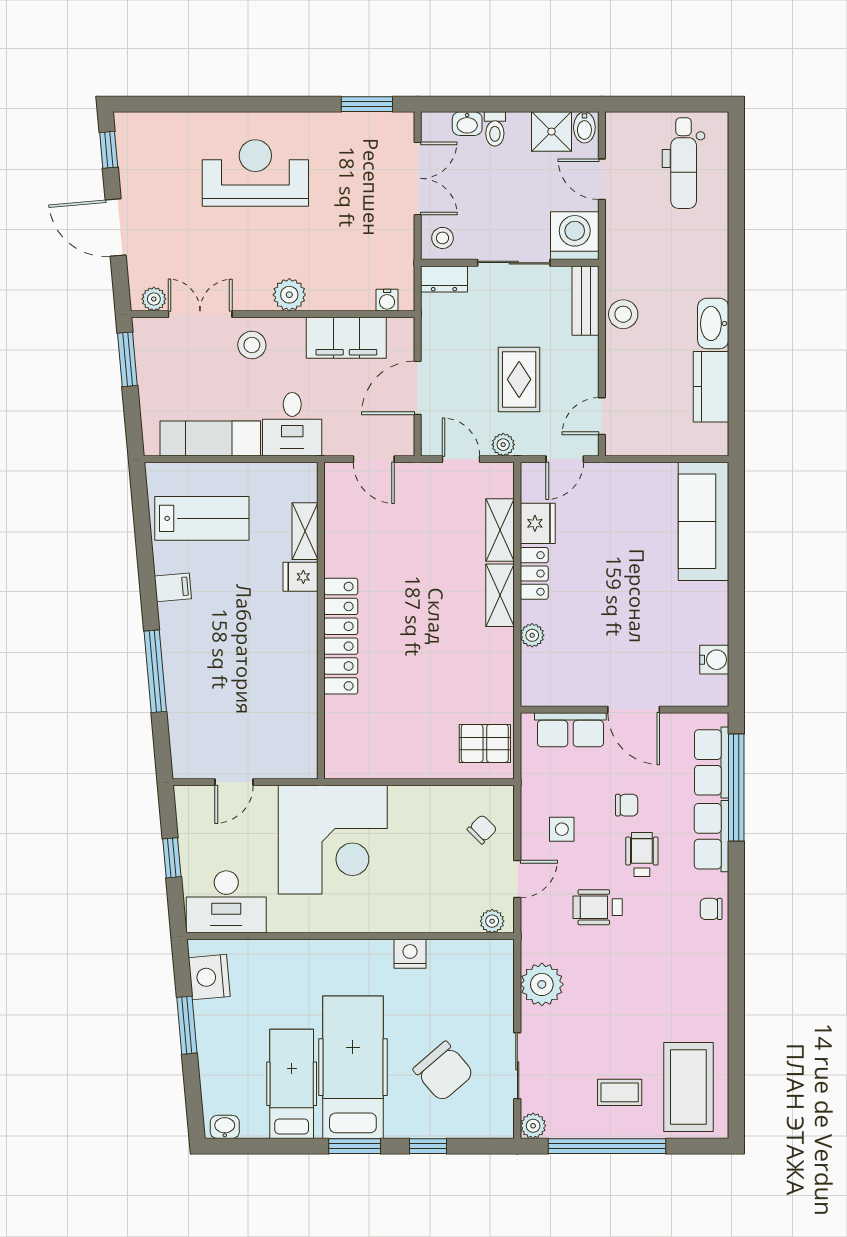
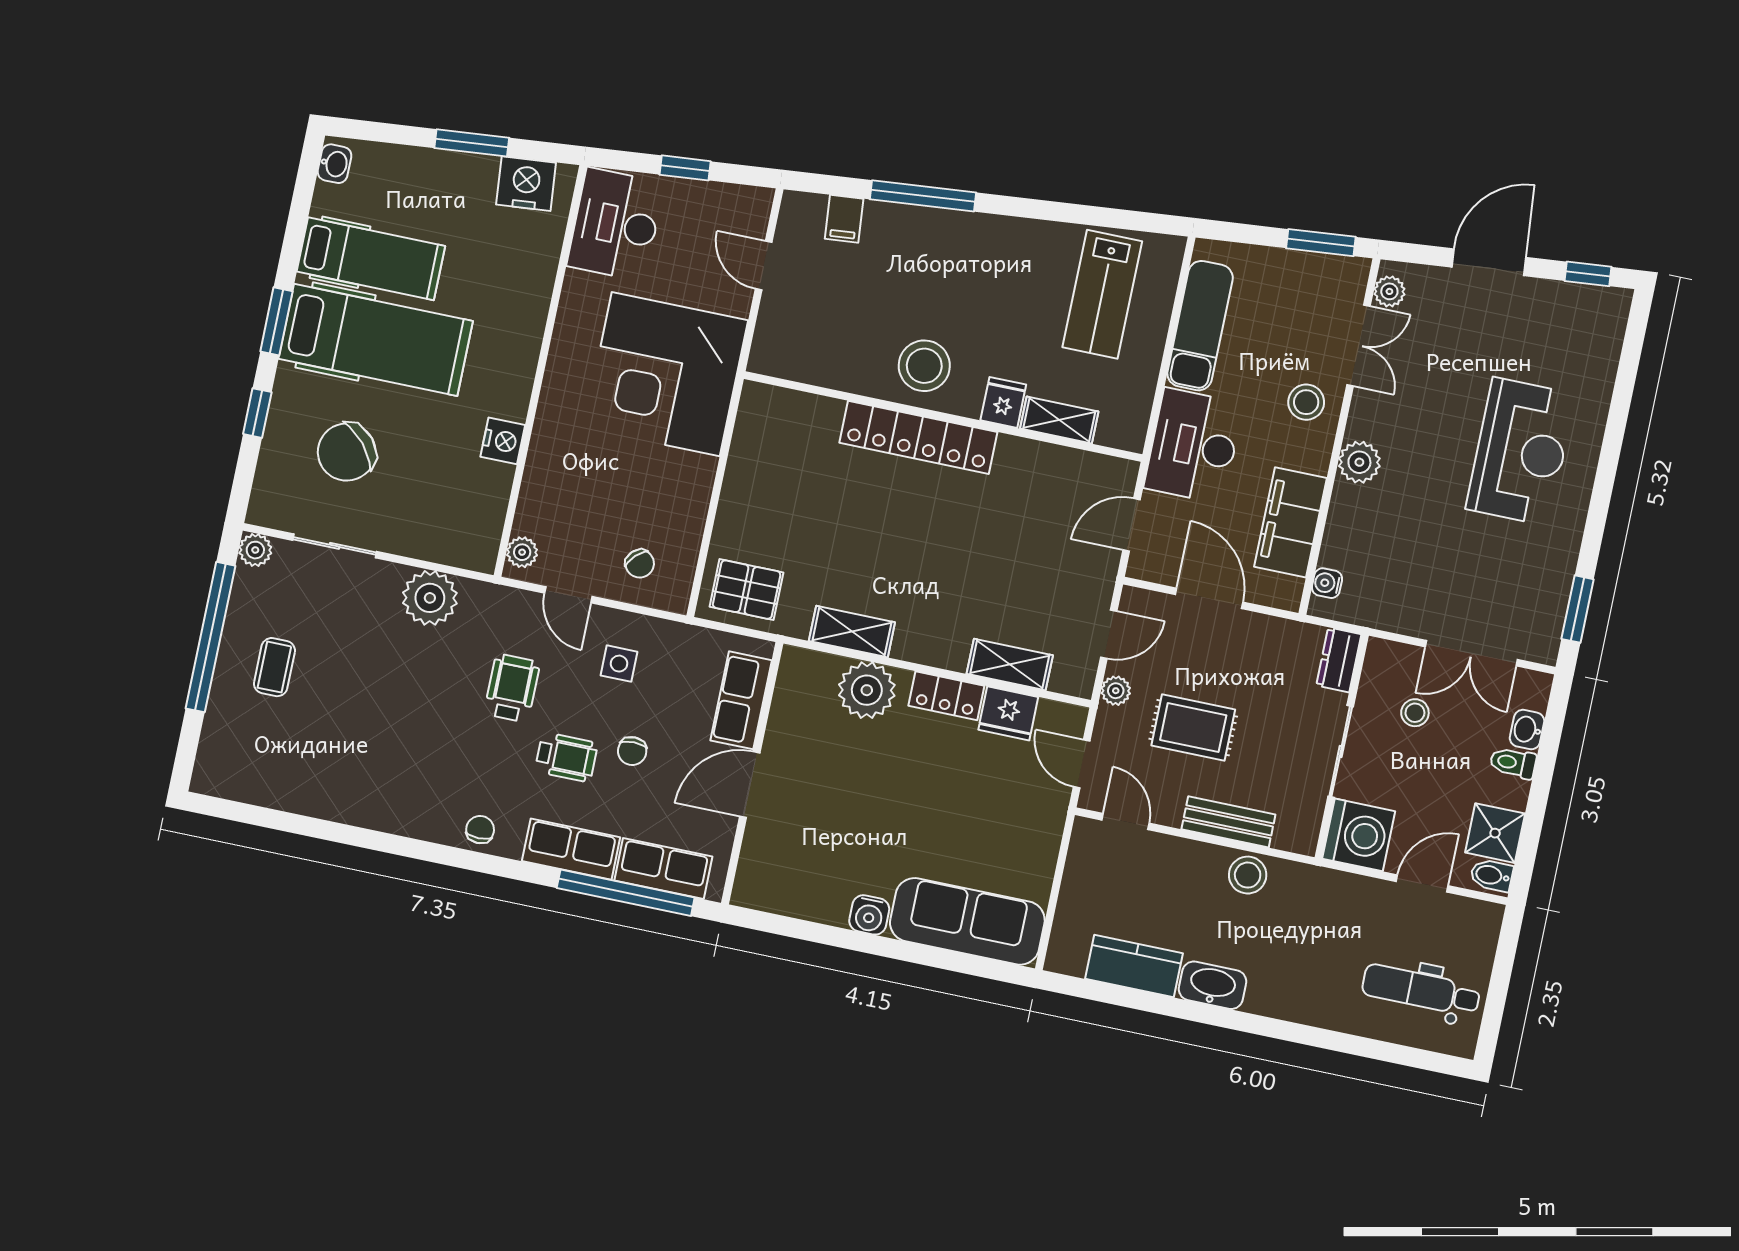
stool: (442, 238) -> (1415, 713), moved
bench: (586, 301) -> (1228, 822), moved
desk: (292, 424) -> (1194, 446), width x1.37
filing cabinet: (173, 587) -> (844, 219), moved
shelving: (500, 595) -> (852, 632), moved
plant: (532, 635) -> (867, 690), width x1.87, depth x1.87
stool: (285, 643) -> (924, 366), added
water cooler: (714, 660) -> (869, 915), moved
pallet: (485, 743) -> (747, 590), turned 90
coffee table: (688, 1087) -> (263, 755), removed

